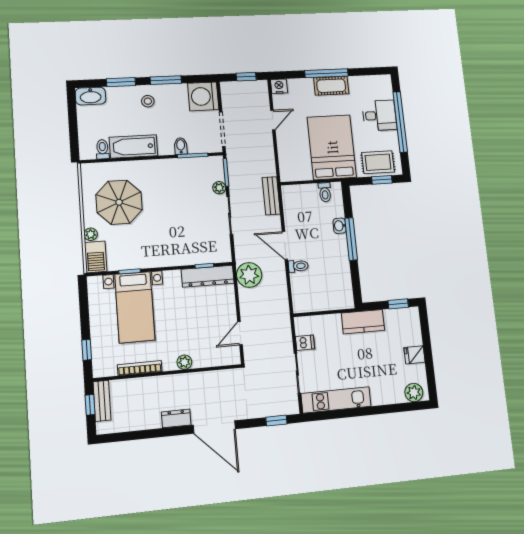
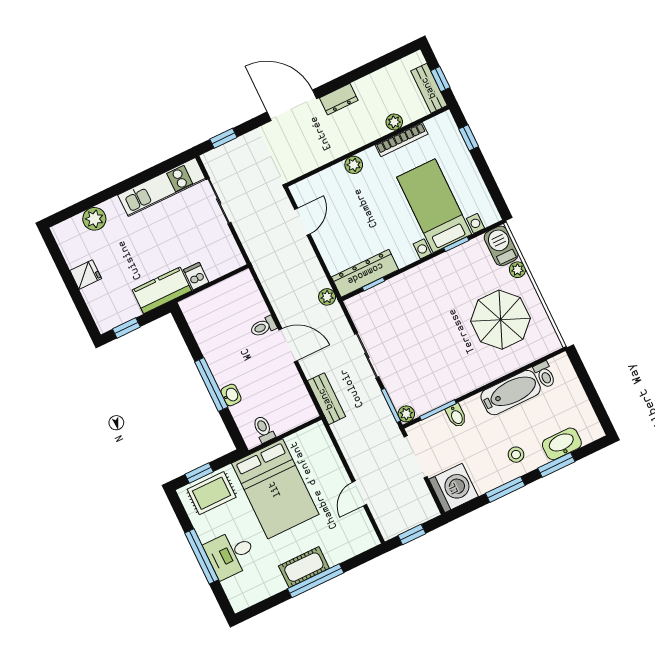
nightstand: (279, 86) -> (368, 539), removed
washbasin: (91, 96) -> (562, 444), moved
window: (400, 122) -> (202, 556), width x0.68
plant: (219, 188) -> (406, 414), moved
plant: (249, 275) -> (327, 297), width x0.53, depth x0.53
dishwasher: (305, 343) -> (196, 276), moved, turned 90
plant: (140, 384) -> (394, 122), added
plant: (414, 393) -> (94, 219), moved

